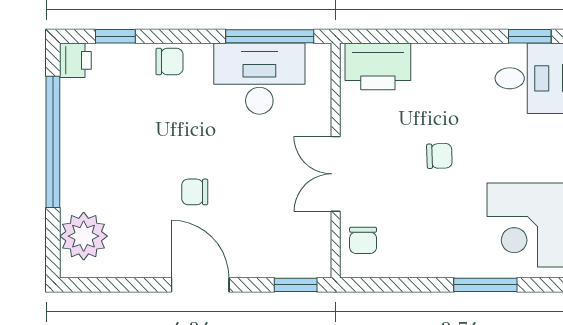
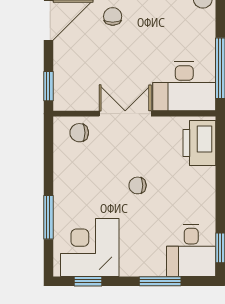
desk: (259, 79) -> (184, 86), moved, turned 90
chair: (439, 156) -> (138, 185), turned 92

